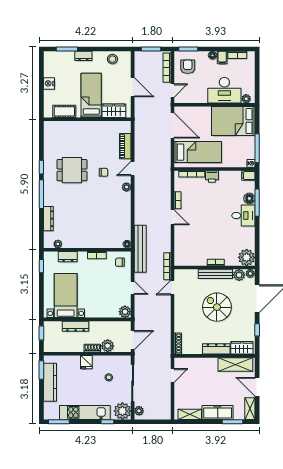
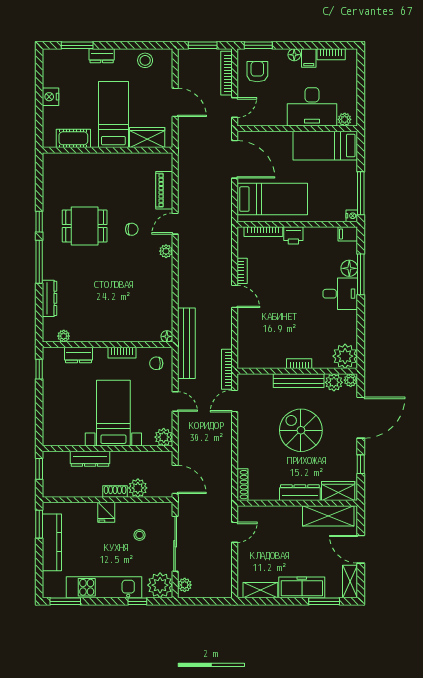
bed: (233, 121) -> (325, 146), width x0.67
bed with nightstands: (66, 296) -> (113, 413), moved
door: (133, 340) -> (175, 479), hinge flipped

